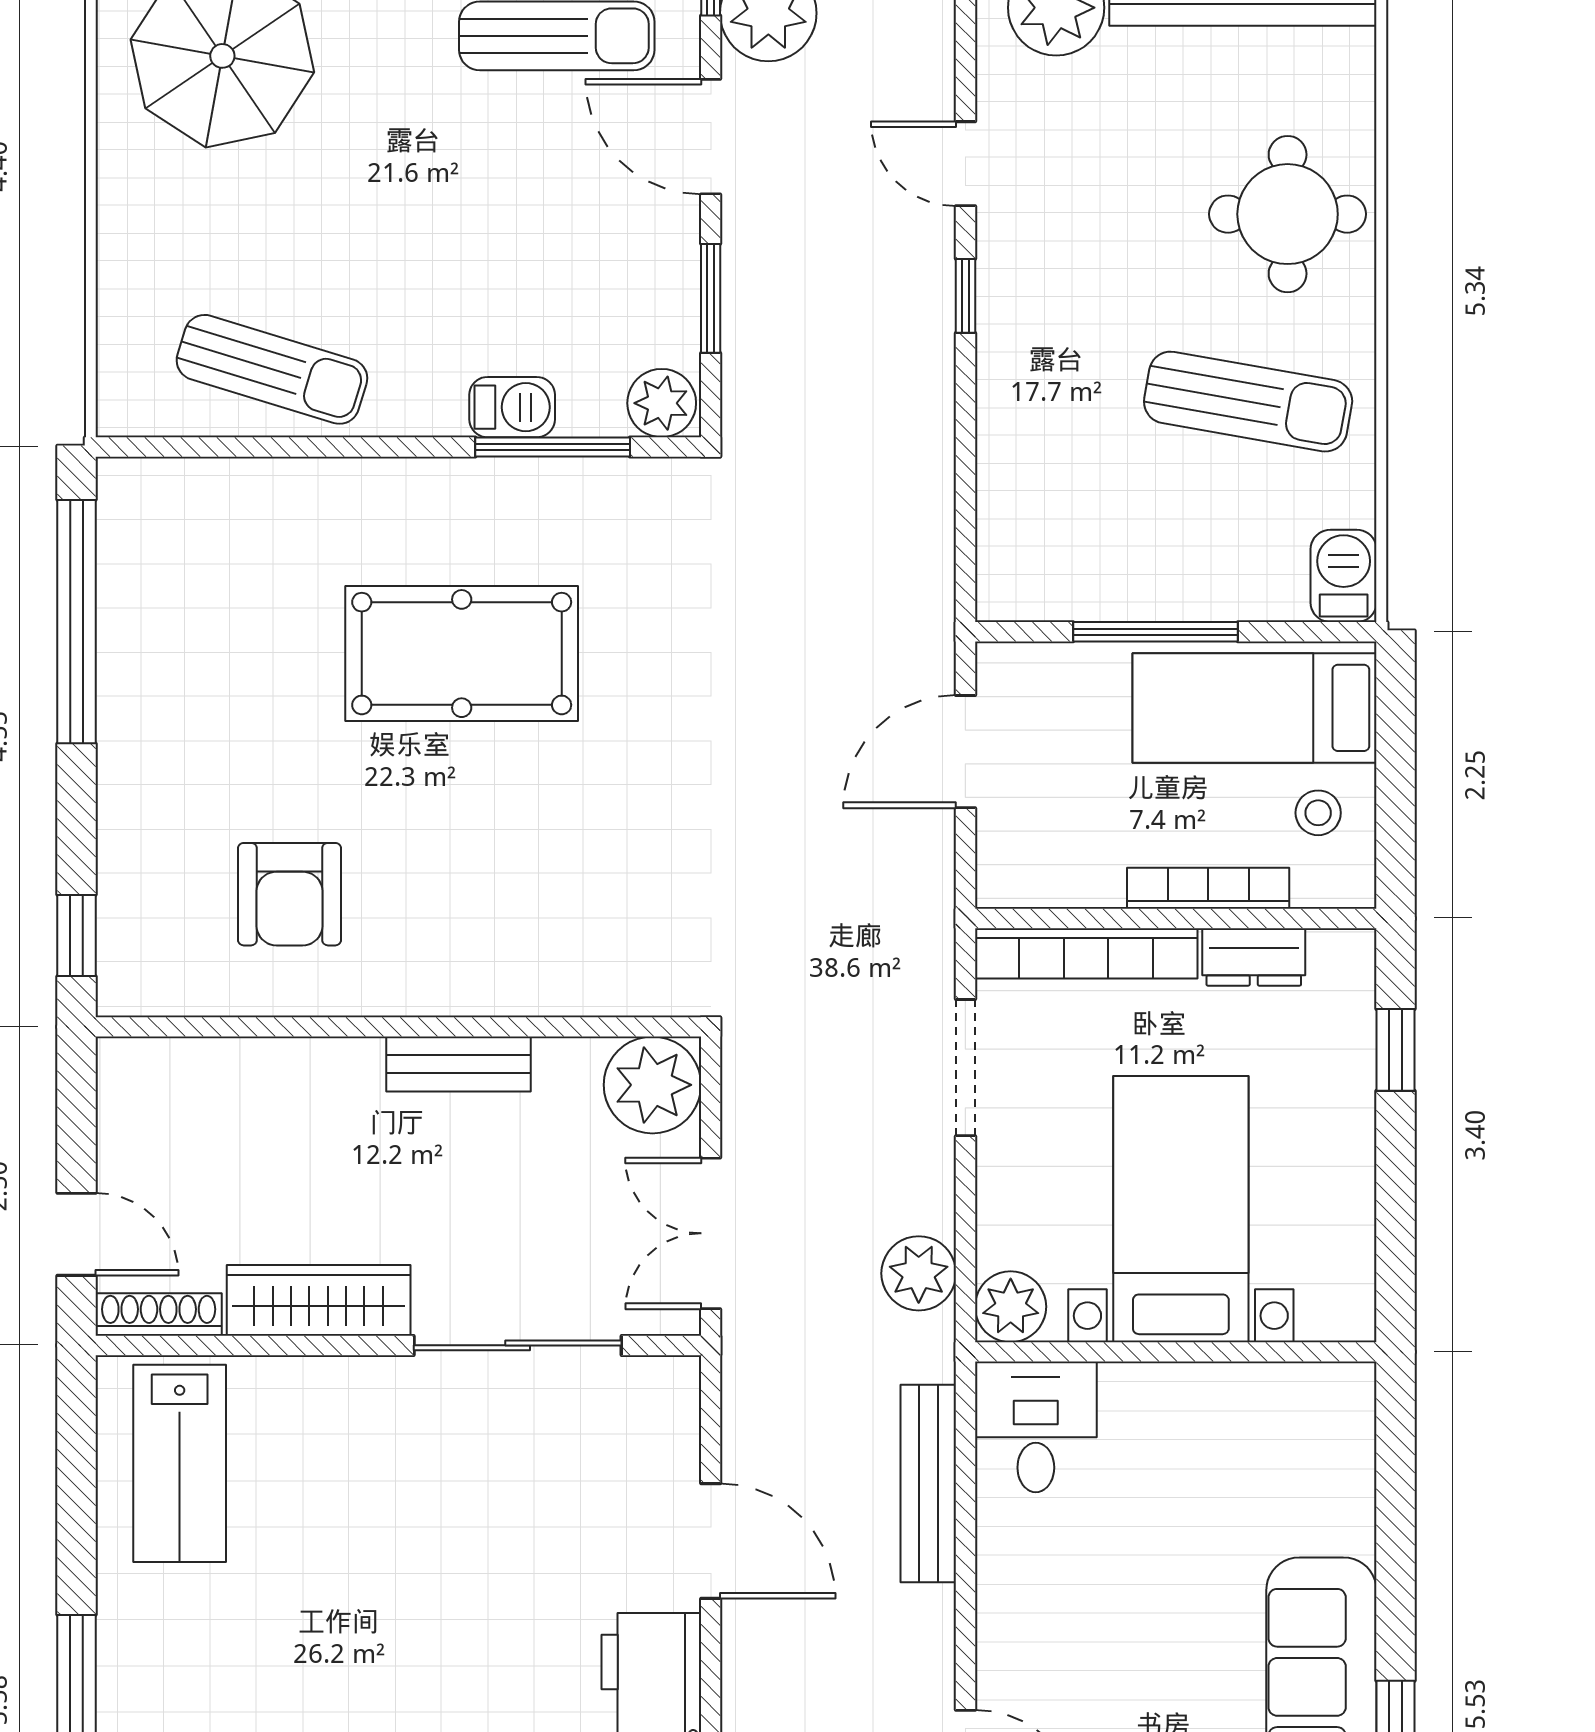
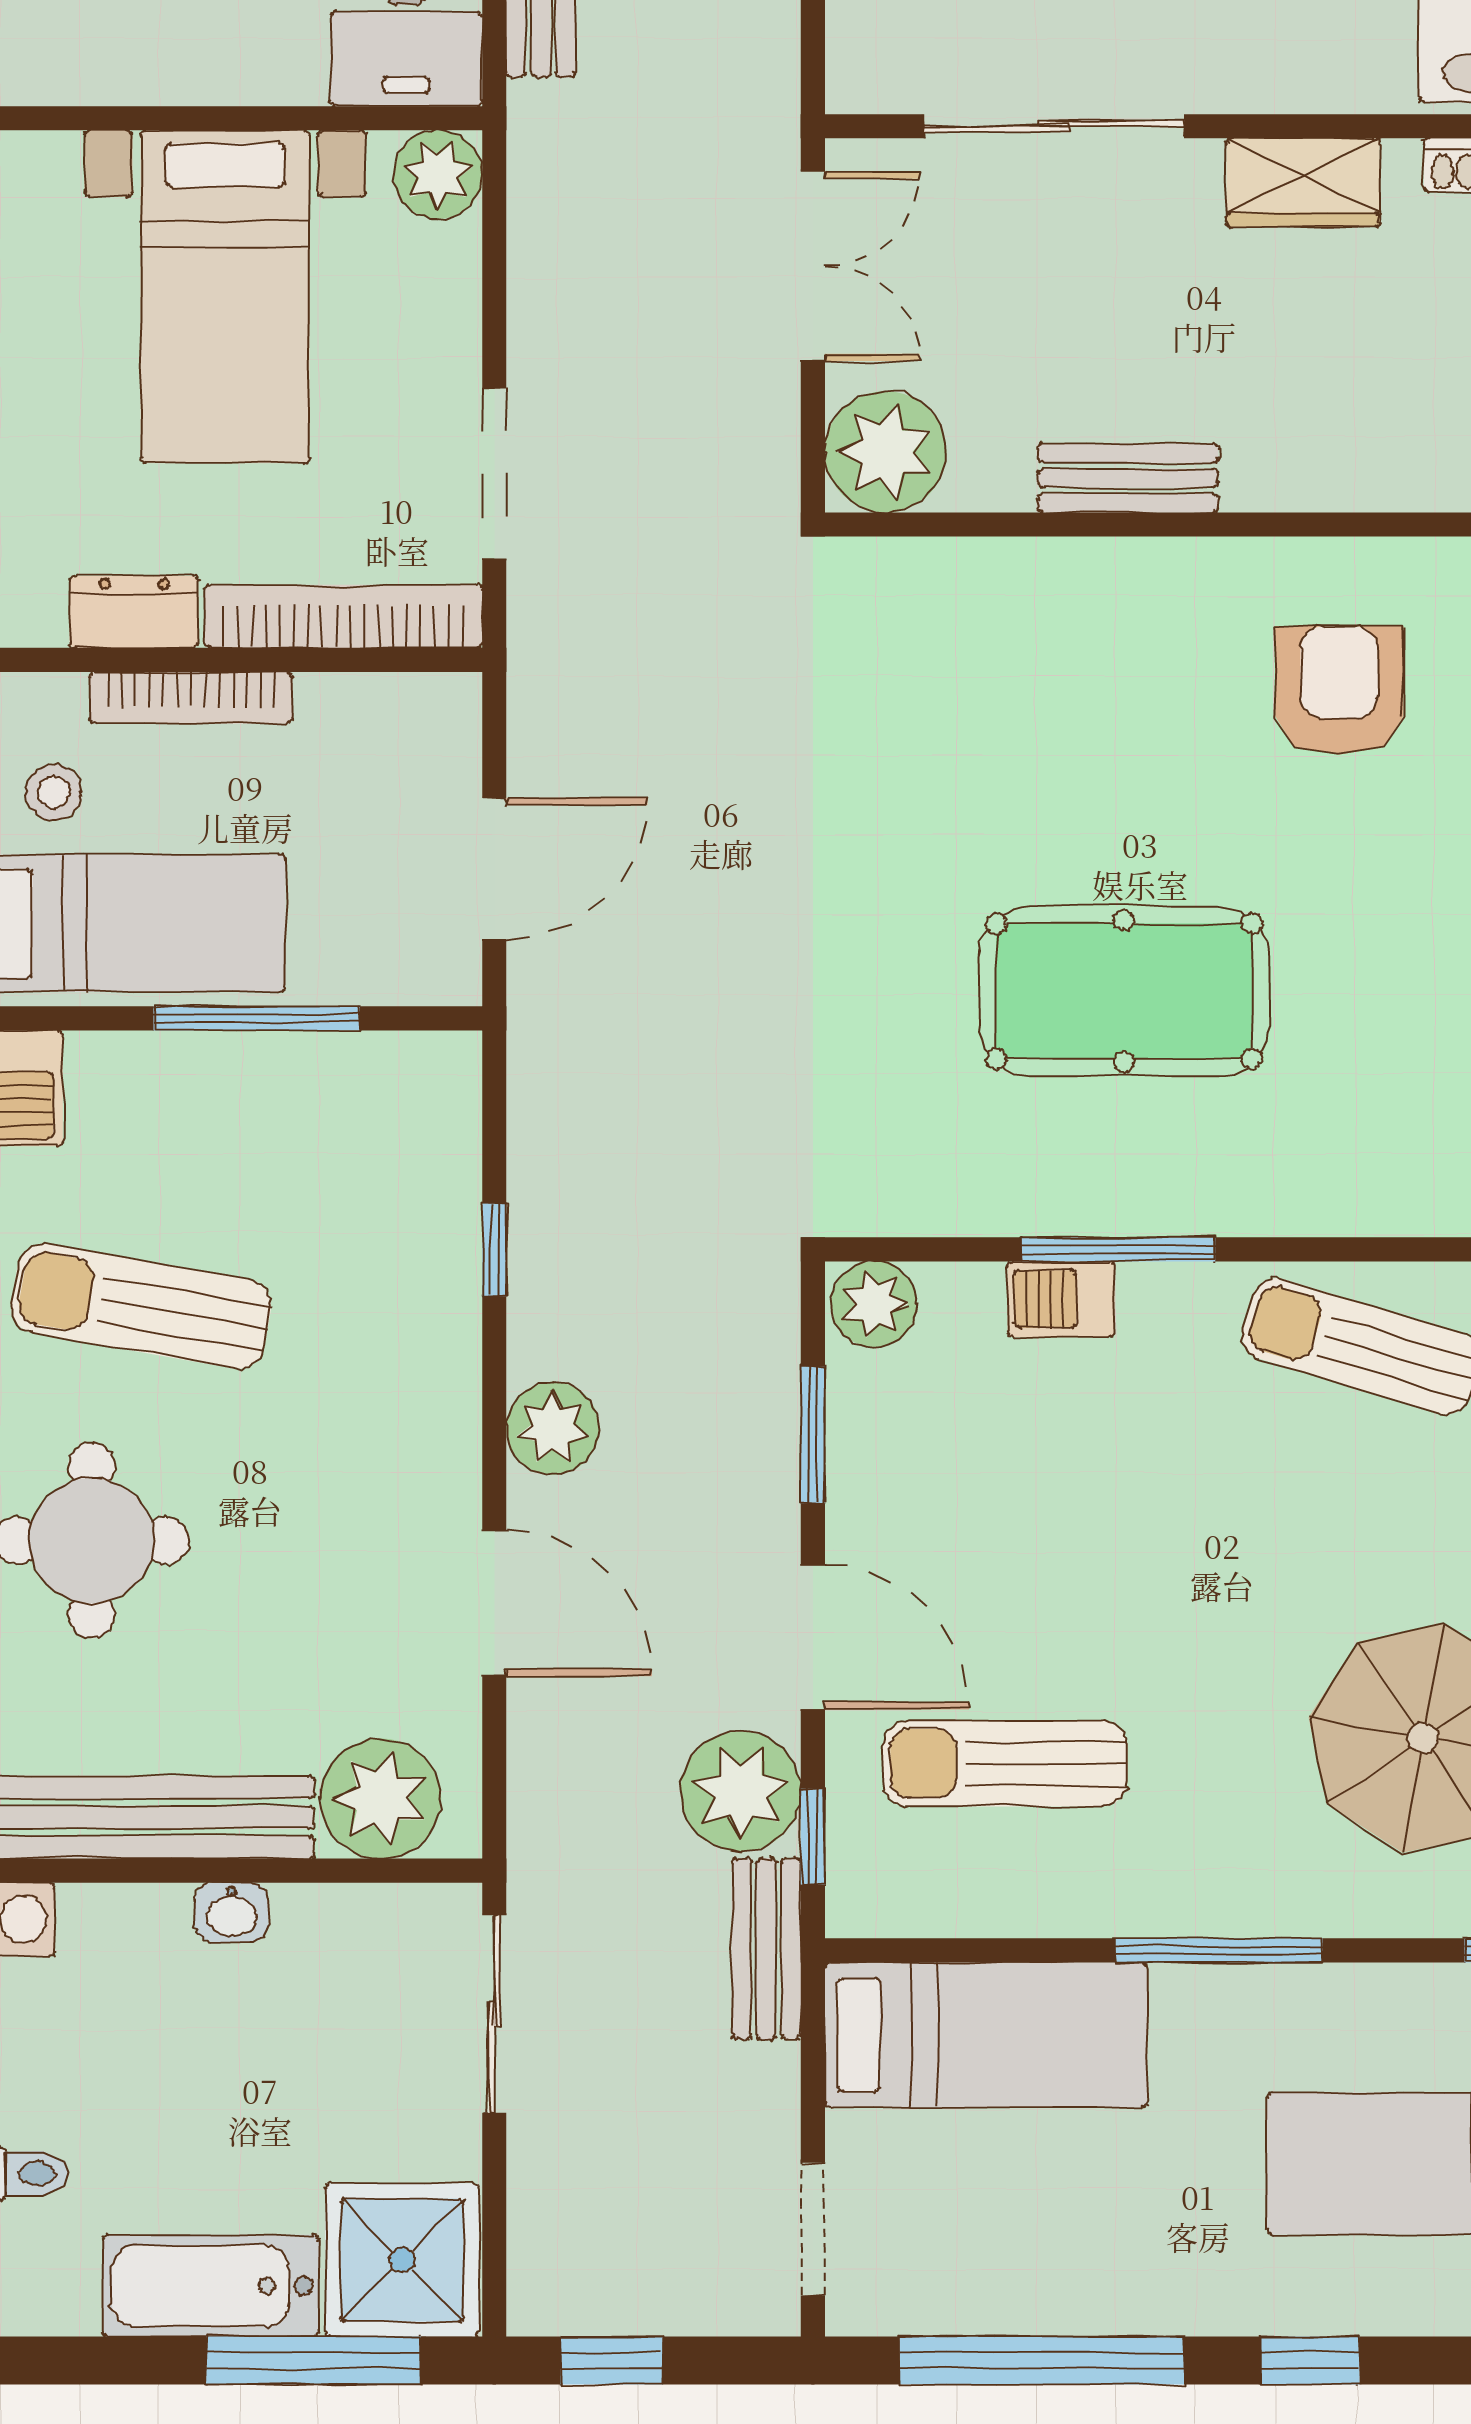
door: (965, 164) -> (494, 1603), width x1.37
window: (965, 296) -> (494, 1250), moved
window: (553, 447) -> (1118, 1249), moved
plant: (919, 1273) -> (553, 1428), moved
wardrobe: (319, 1300) -> (1303, 183), width x0.67

